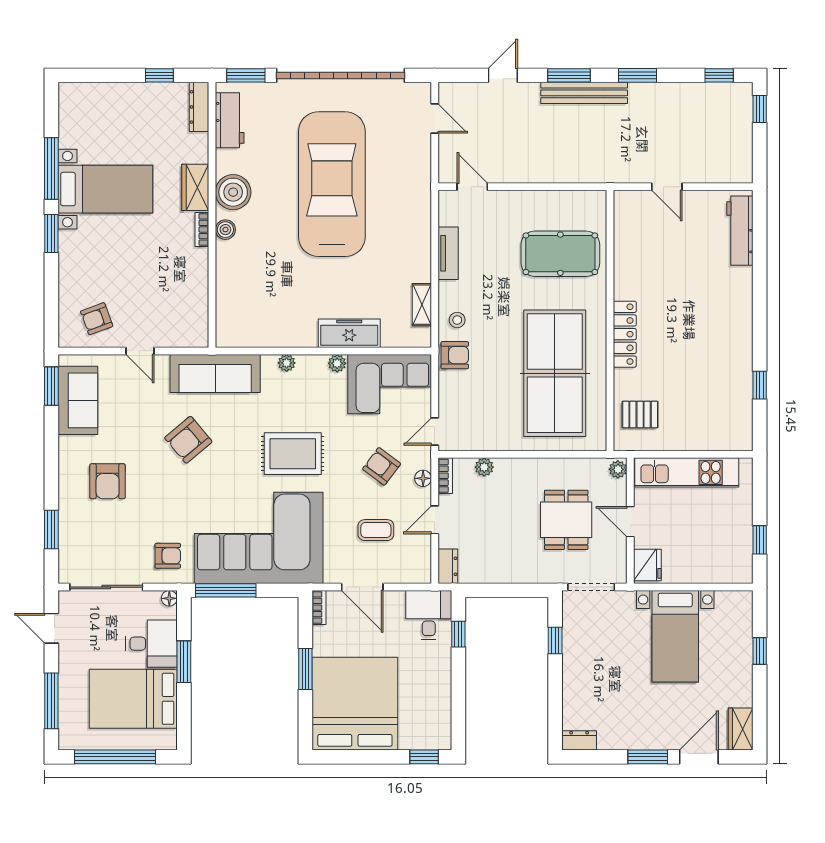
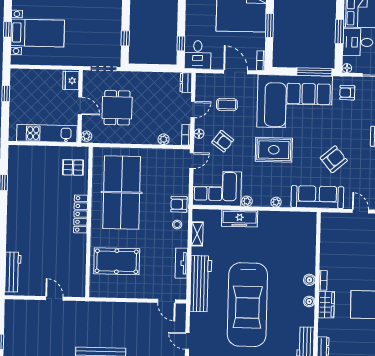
boiler: (233, 192) -> (309, 301), width x0.54, depth x0.54
workbench: (414, 218) -> (201, 284), added
bed with nightstands: (675, 636) -> (38, 33), moved, turned 90

